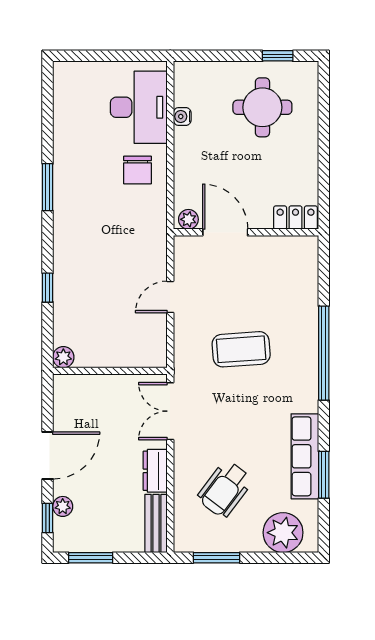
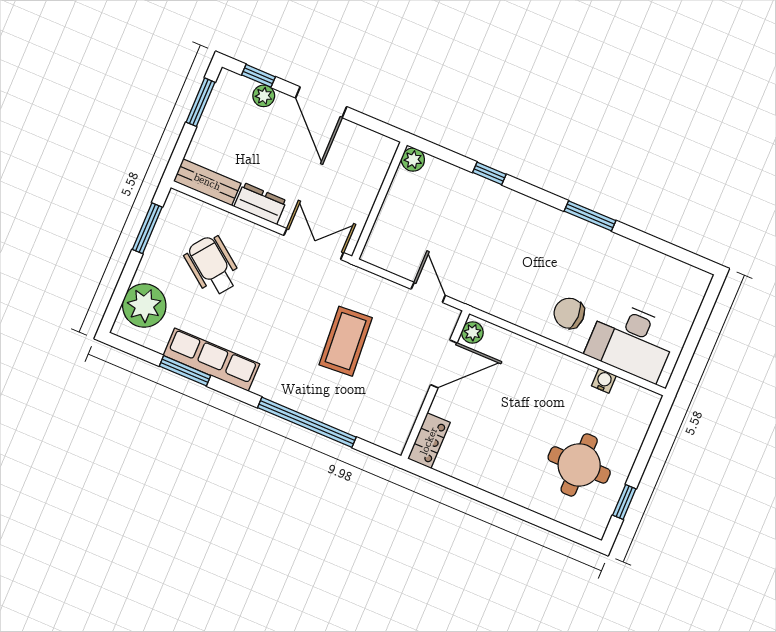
locker: (296, 218) -> (429, 441), moved
plant: (188, 219) -> (472, 332), moved
door: (225, 232) -> (444, 364), moved
wall: (246, 232) -> (435, 385), moved

